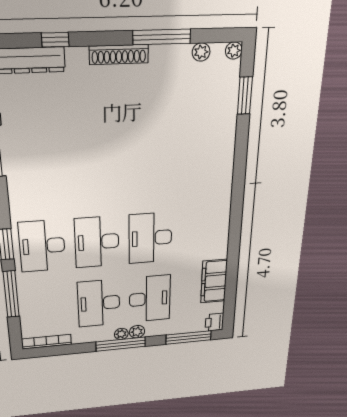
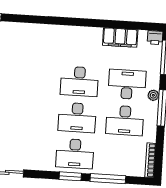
plant: (121, 334) -> (153, 107), removed

